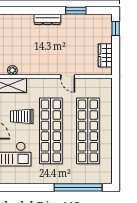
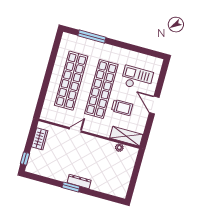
window: (76, 11) -> (71, 187), moved
door: (68, 77) -> (75, 130), hinge flipped
window: (78, 187) -> (92, 36), width x0.68

